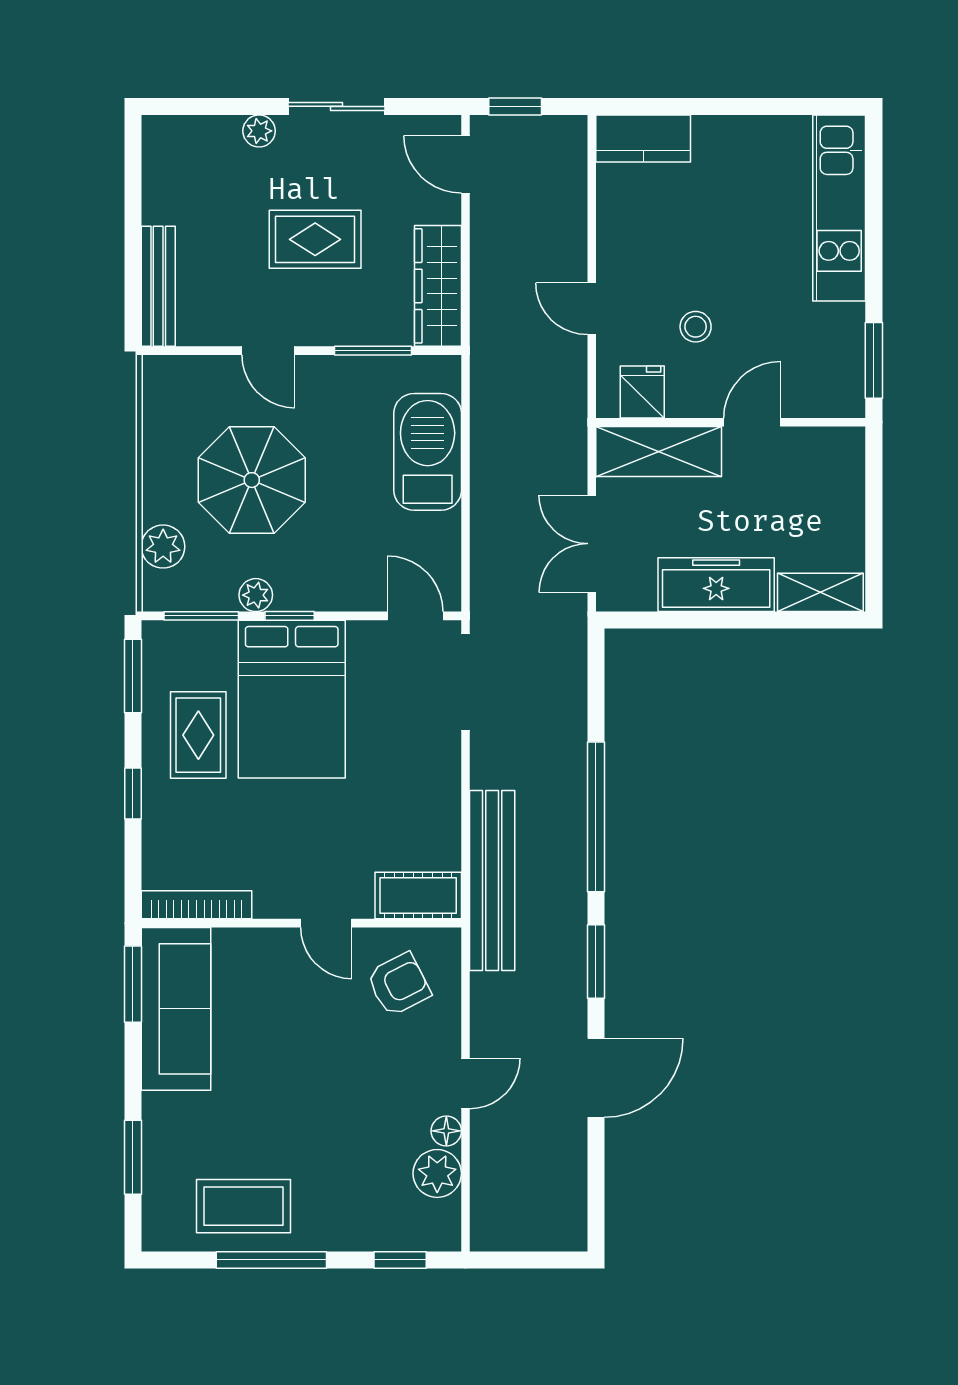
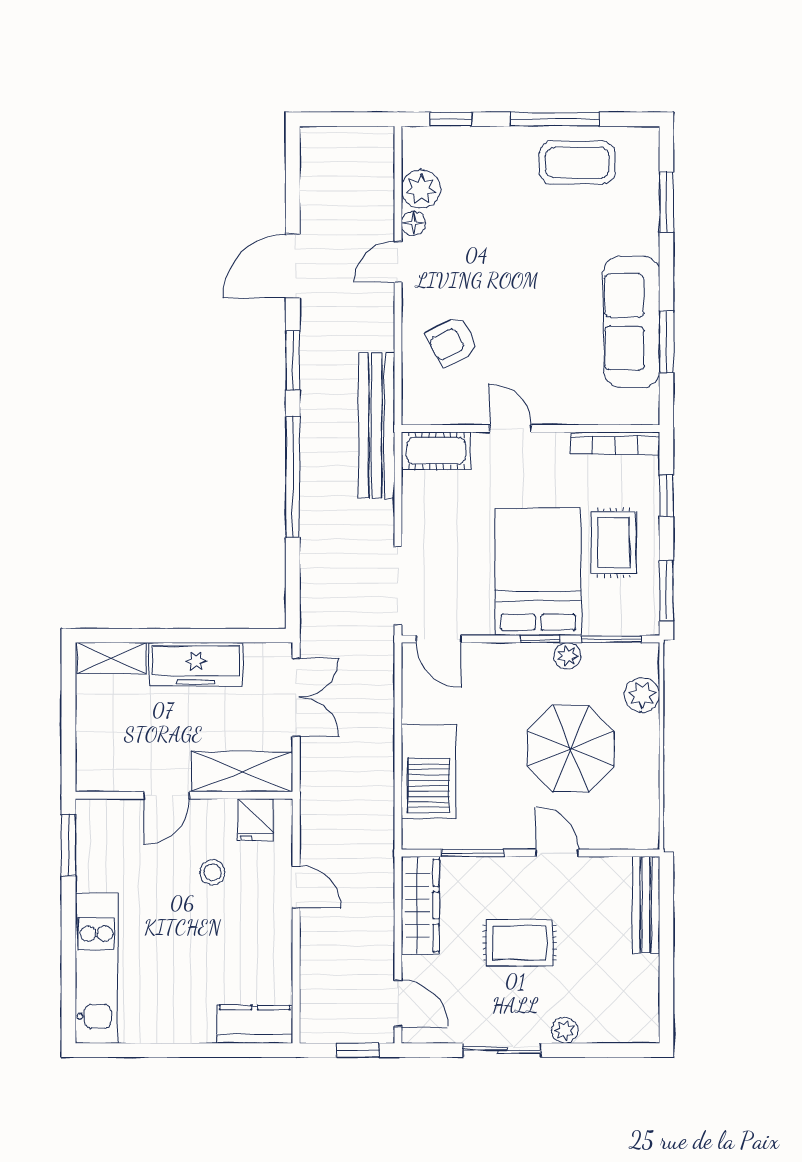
cot: (418, 896) -> (436, 451), moved
bookcase: (197, 905) -> (615, 443), moved
wall: (301, 923) -> (531, 428), moved
door: (326, 923) -> (510, 428), moved

